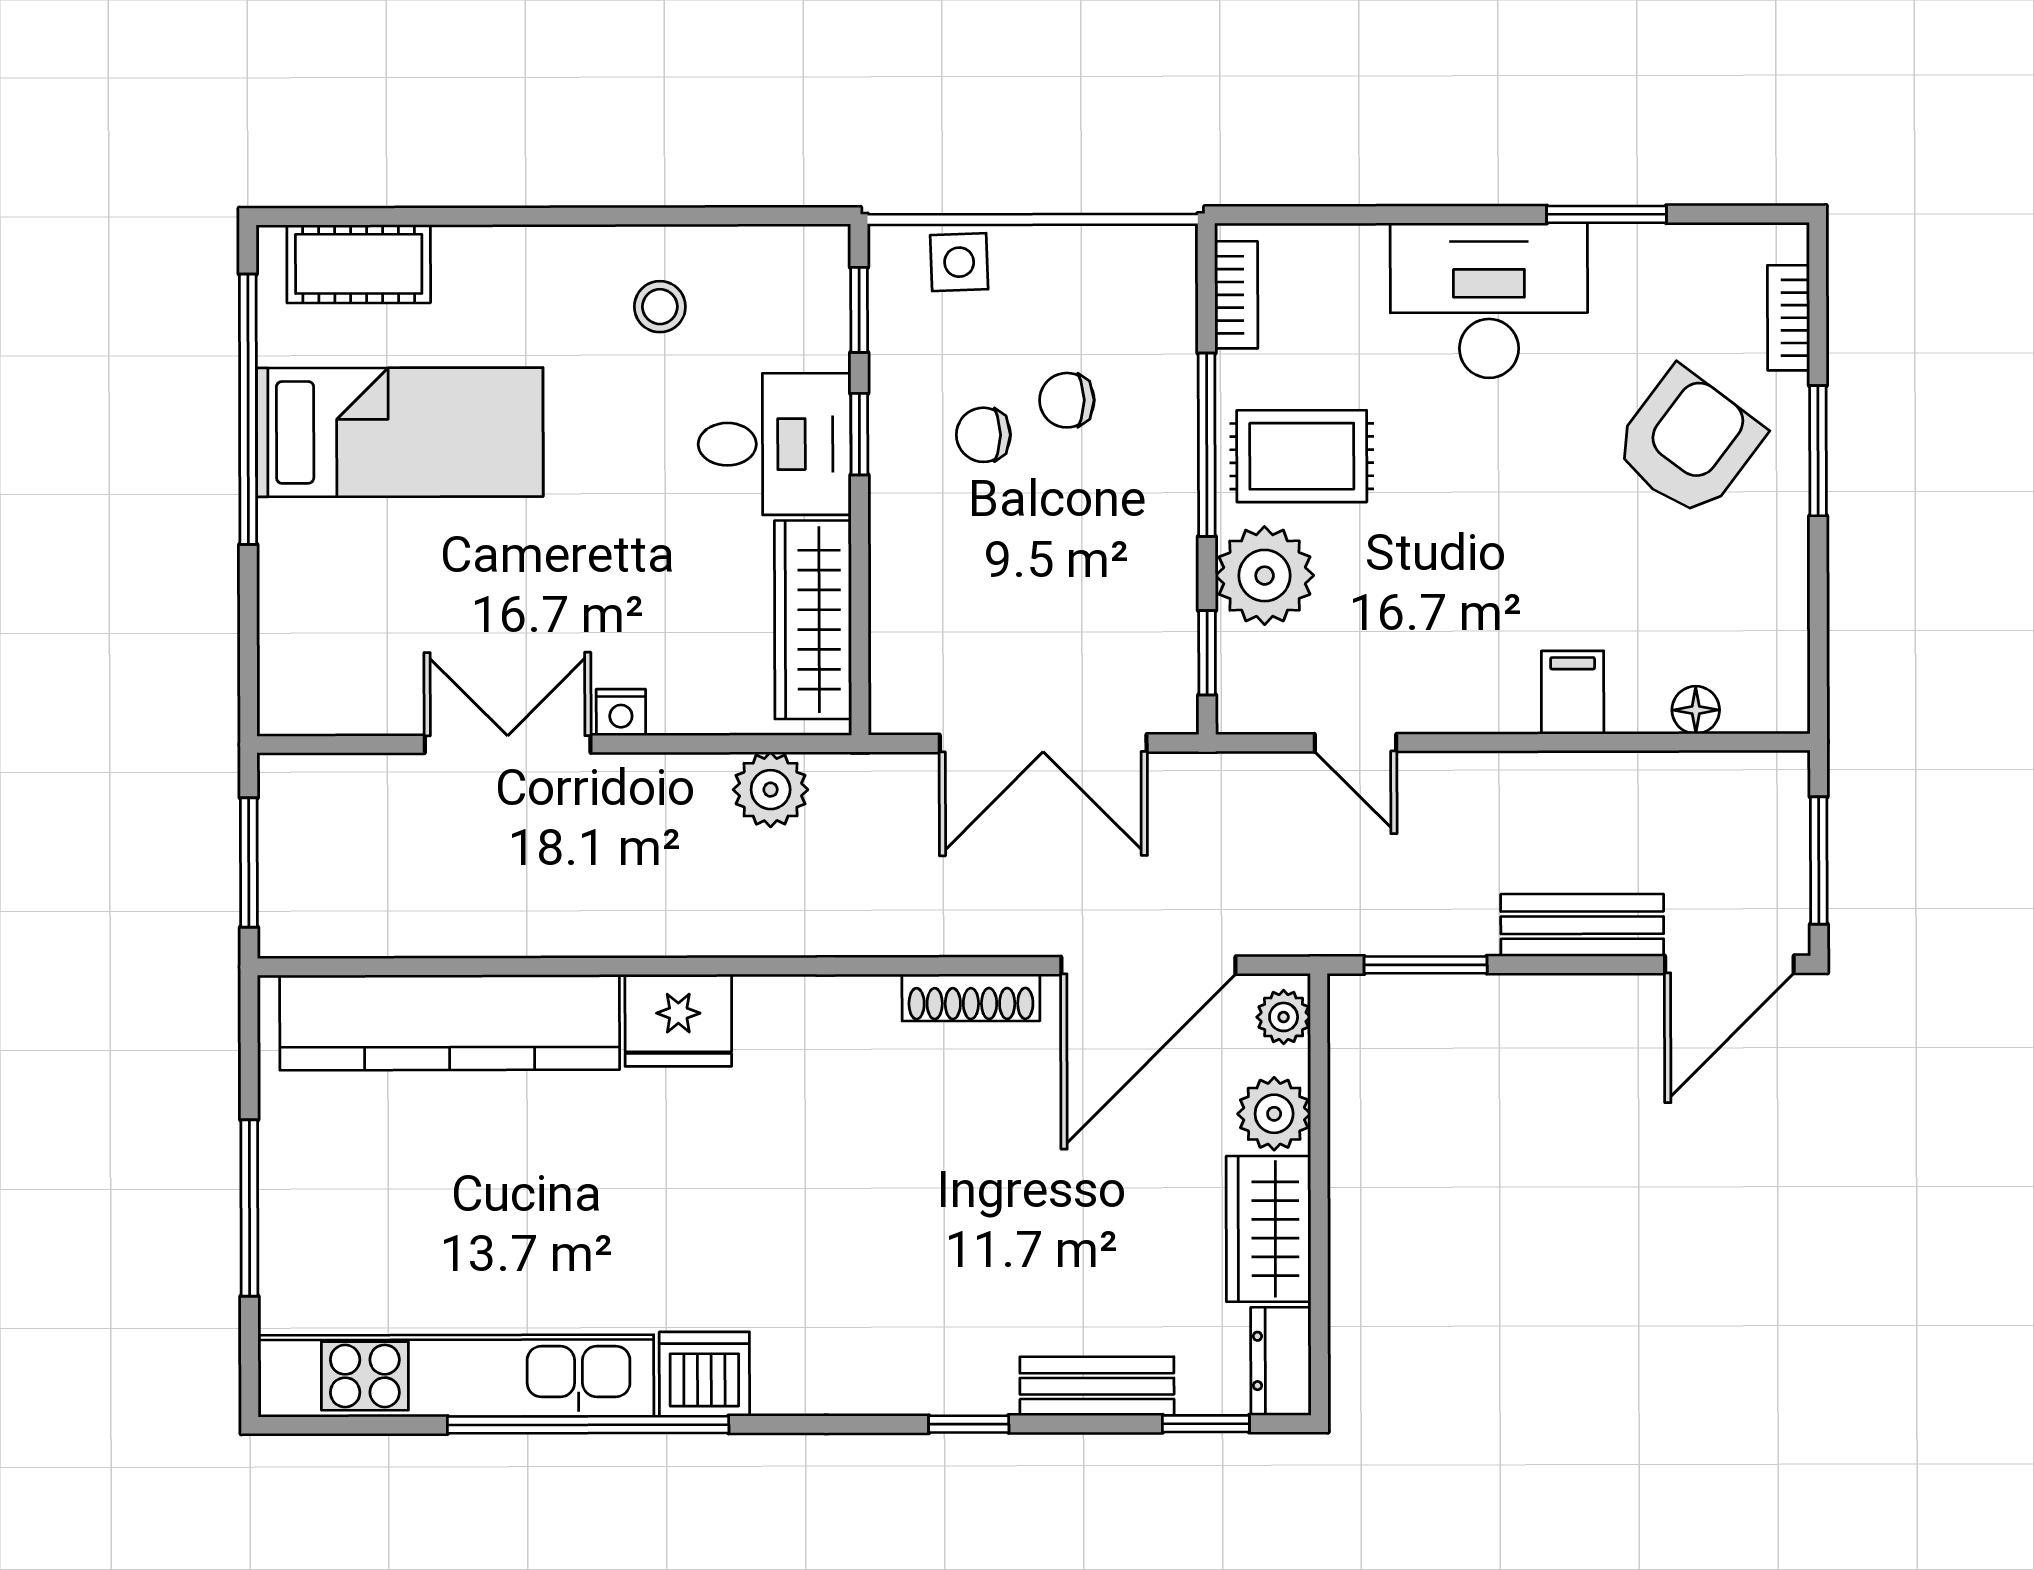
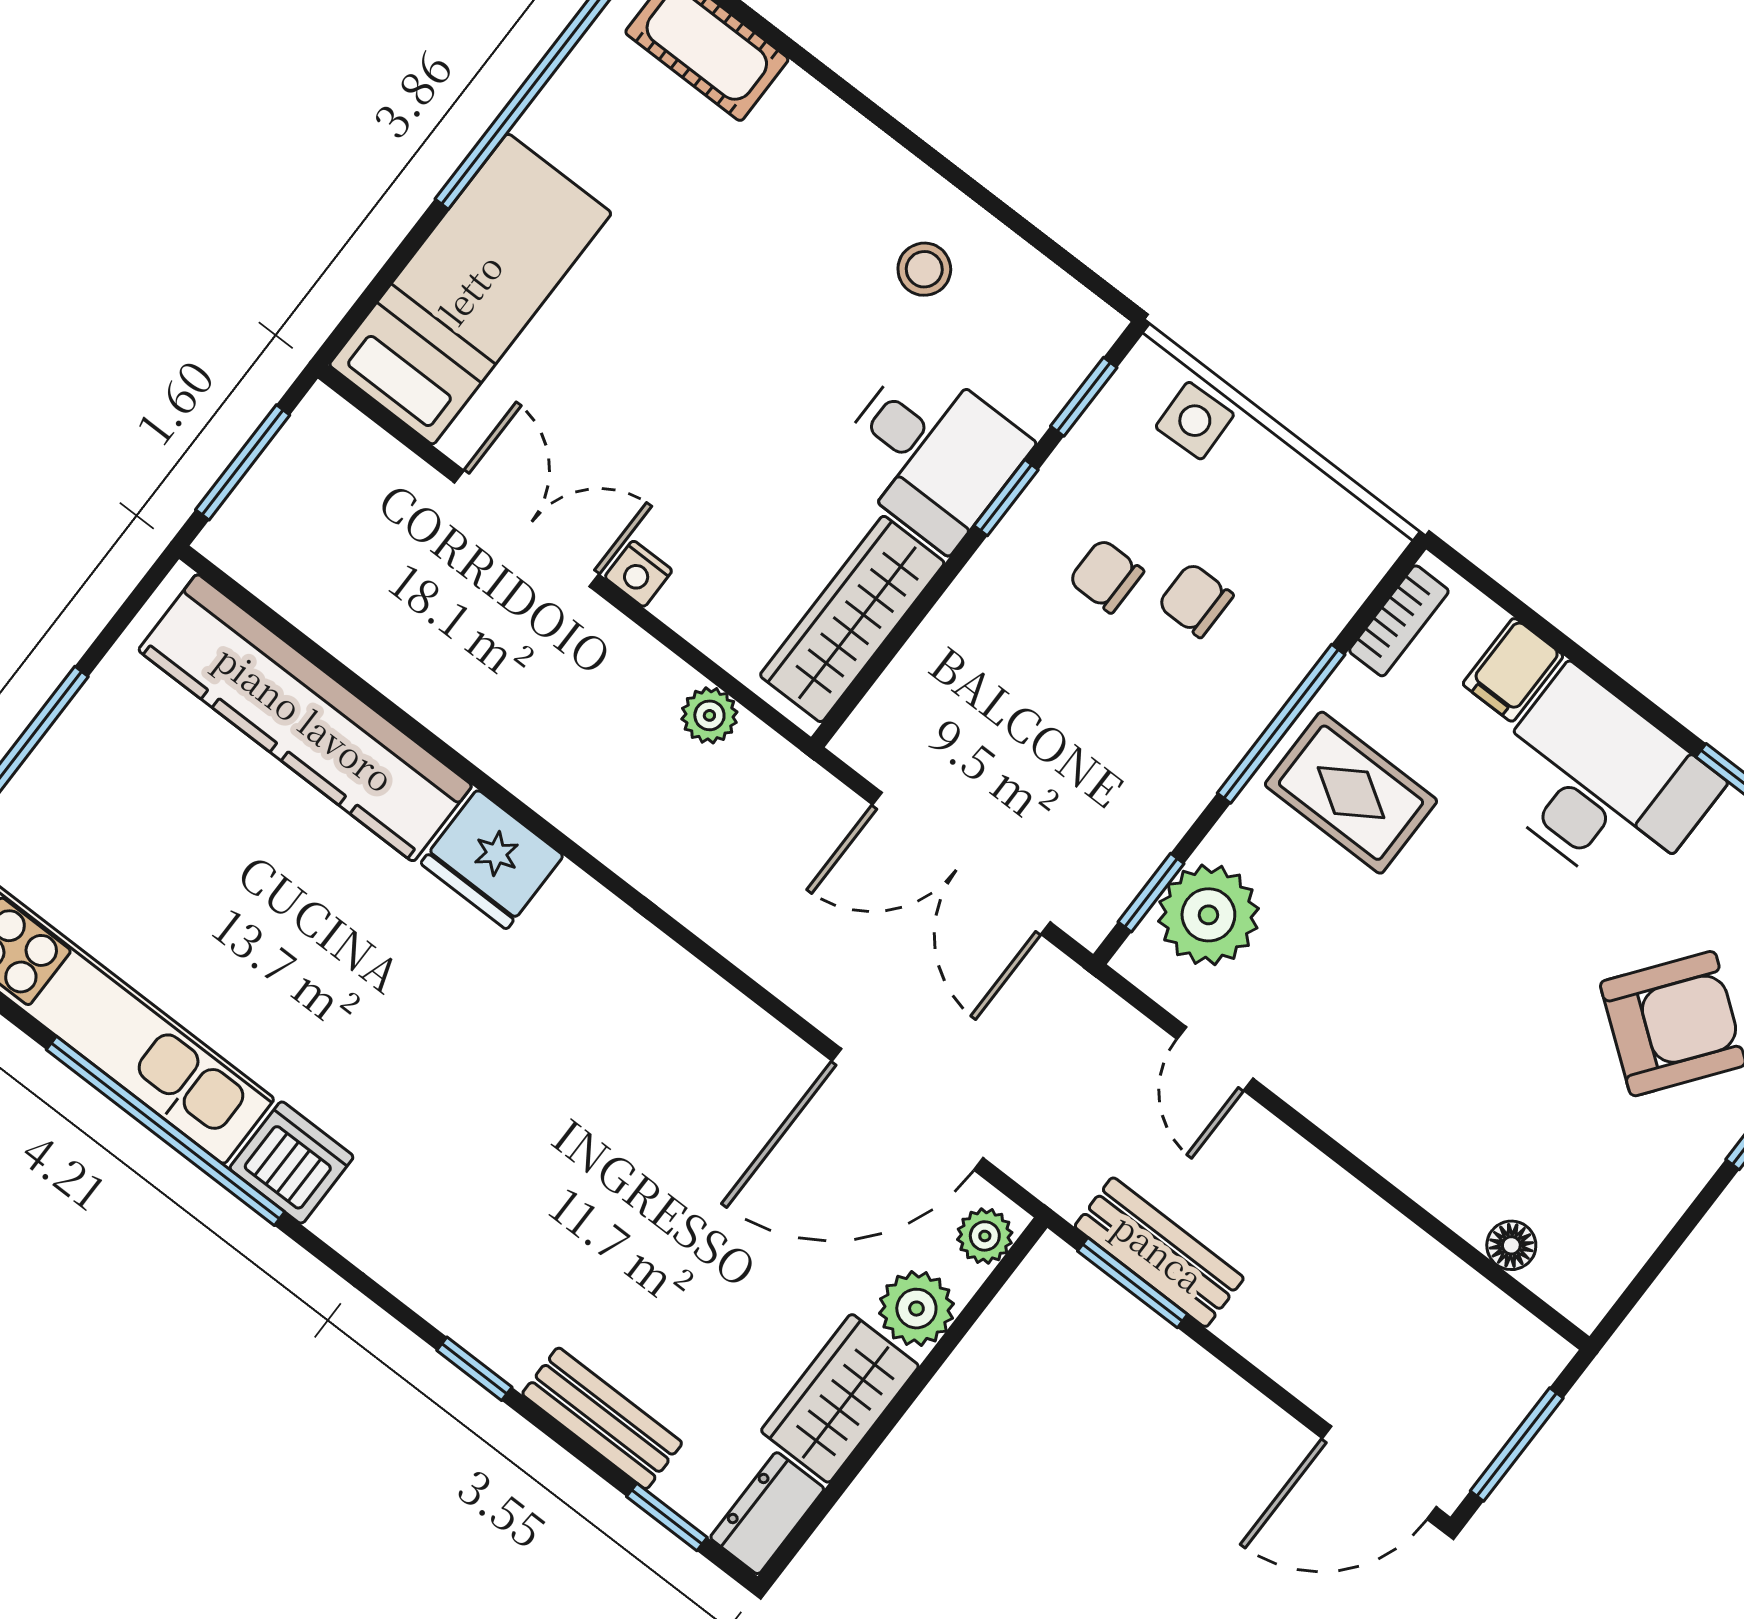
bed: (400, 432) -> (470, 289), moved, turned -90
plant: (1265, 576) -> (1208, 915), moved
filing cabinet: (1573, 692) -> (1513, 670), moved, turned 180
plant: (771, 790) -> (709, 715), width x0.73, depth x0.73
bench: (1582, 925) -> (1159, 1252), moved
shoe rack: (971, 997) -> (744, 1024), removed

